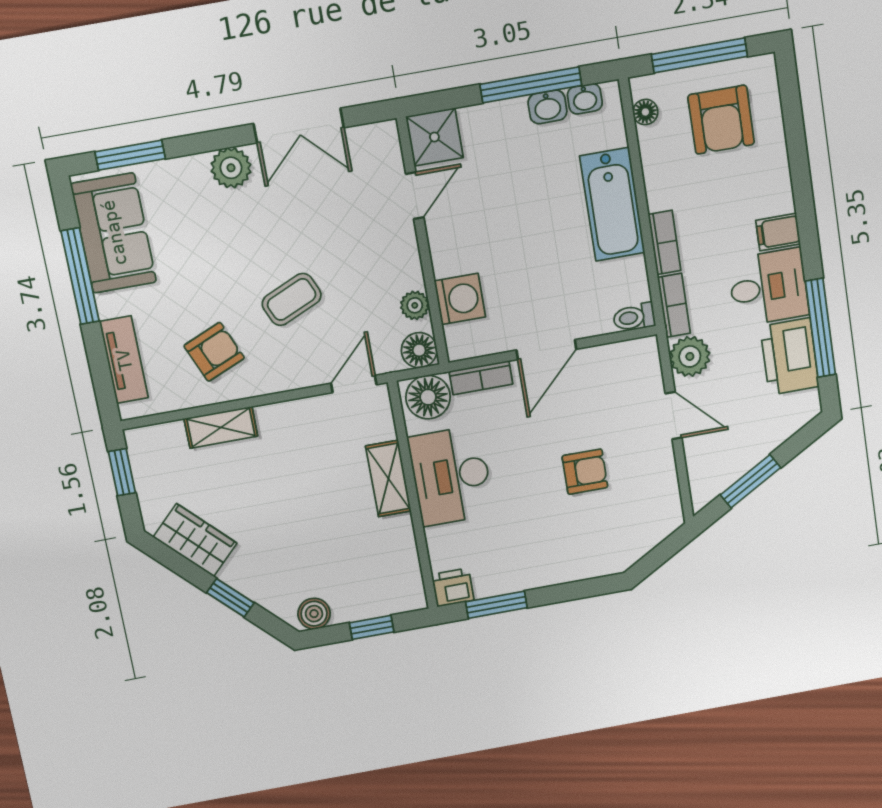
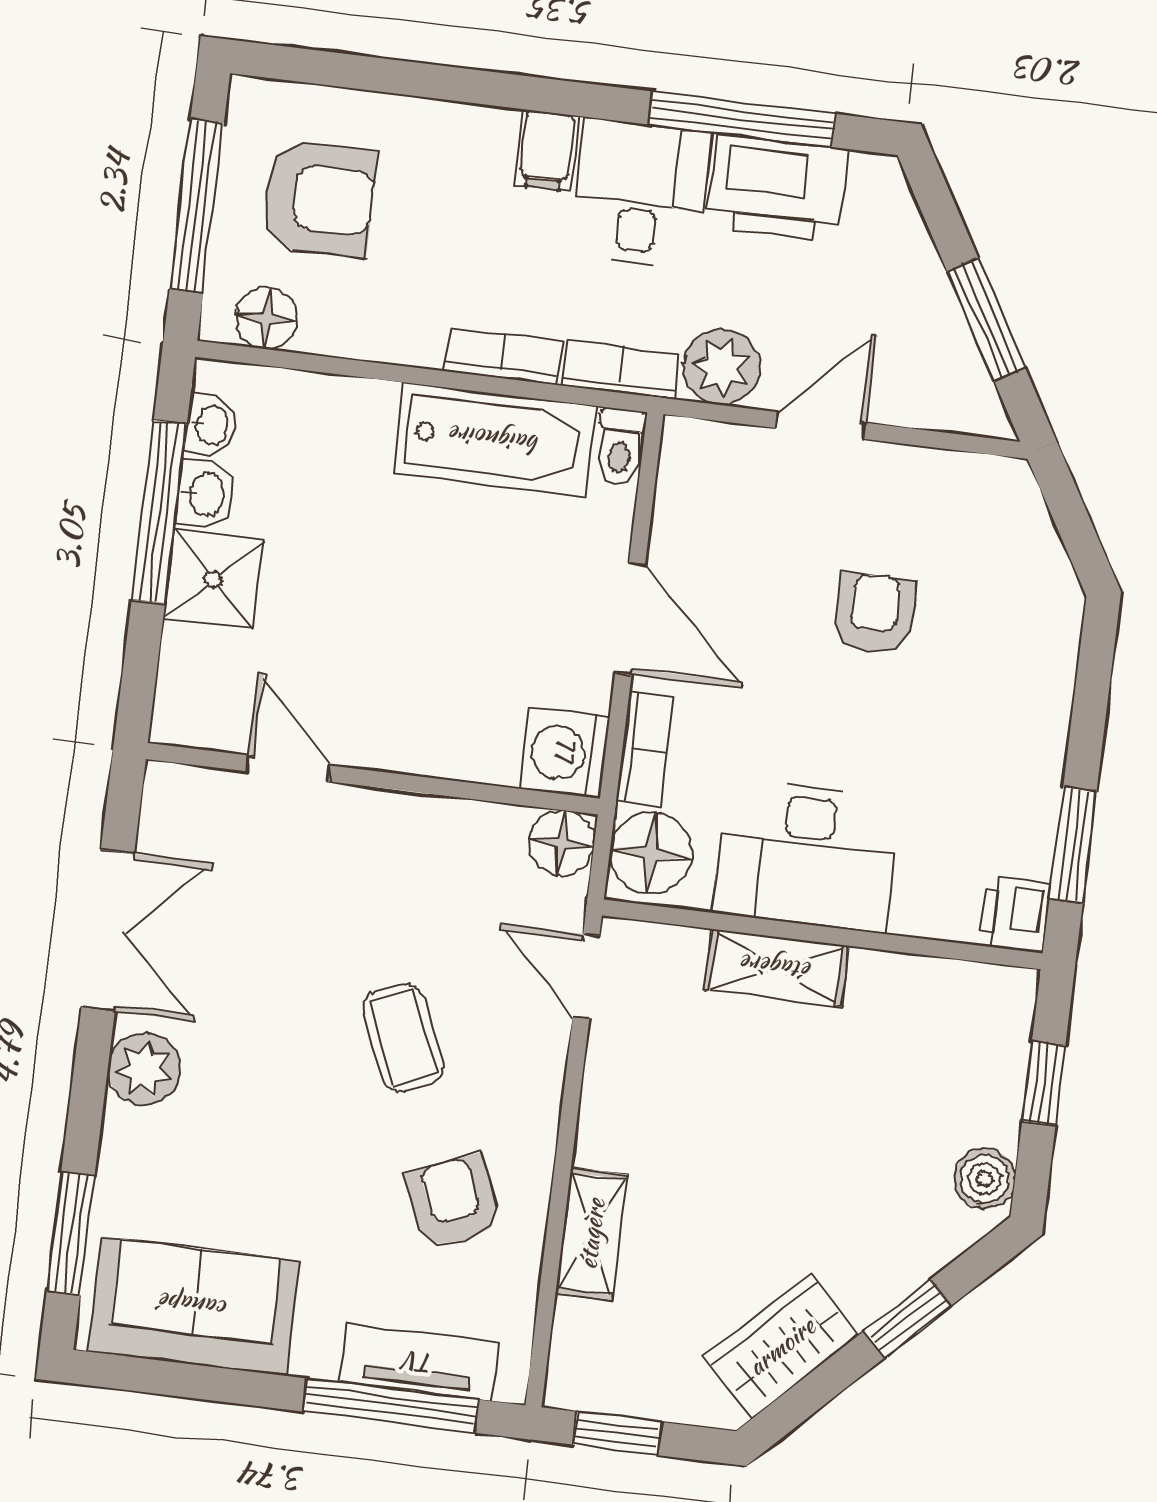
floor lamp: (645, 112) -> (266, 318), width x1.37, depth x1.37
shower: (434, 137) -> (213, 579), moved
bathtub: (612, 204) -> (495, 440), moved
window: (80, 276) -> (391, 1406), moved
washing machine: (460, 299) -> (564, 753), moved, turned -90
plant: (415, 305) -> (480, 827), removed

